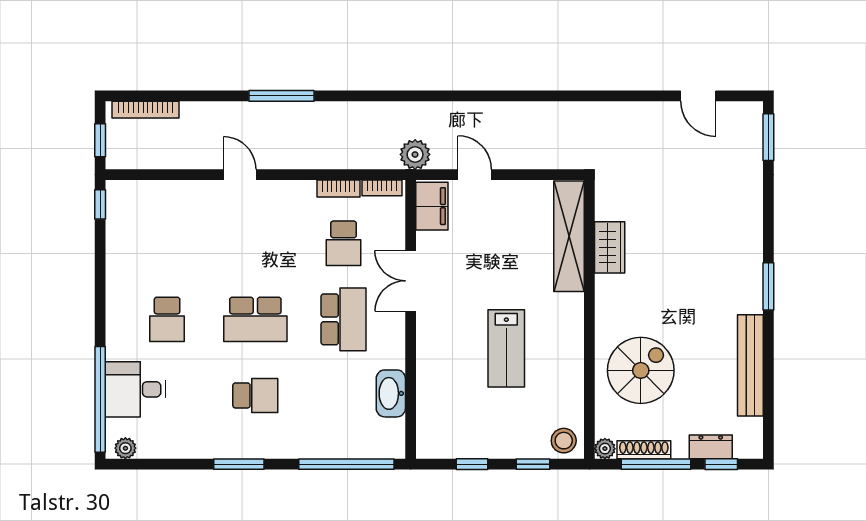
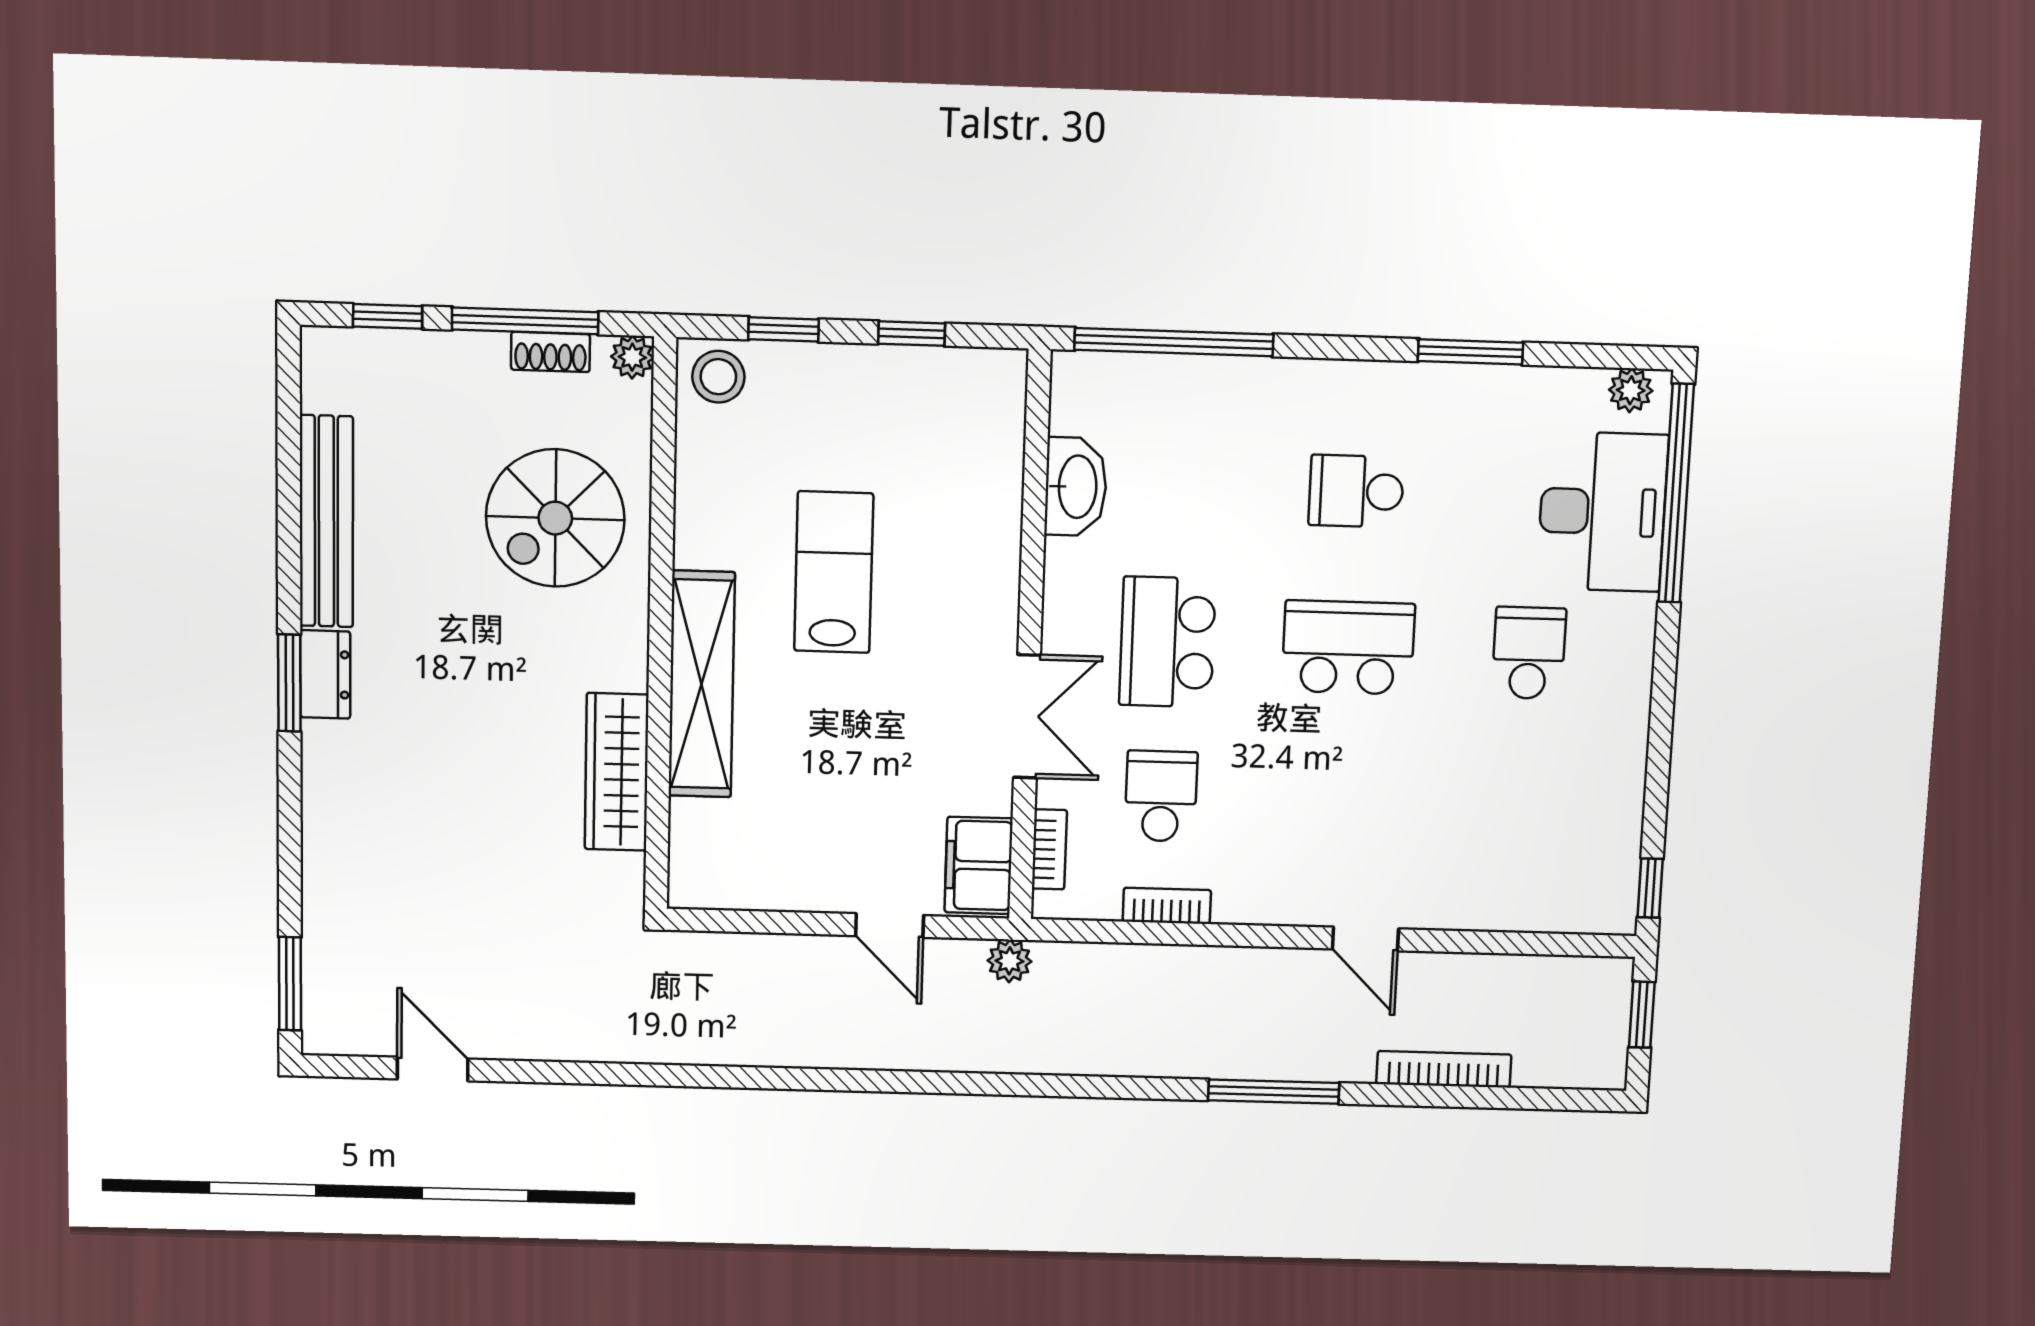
bookcase: (146, 110) -> (1444, 1069), moved
plant: (415, 154) -> (1010, 961), width x0.73, depth x0.73
bookcase: (382, 188) -> (1049, 849), moved, turned 90
shelving: (569, 236) -> (702, 684), moved
wardrobe: (610, 247) -> (617, 772), width x1.50
desk: (135, 389) -> (1602, 512), width x1.37
dresser: (711, 447) -> (325, 674), moved, turned -90
shoe rack: (644, 450) -> (550, 352), width x0.70
window: (239, 464) -> (1470, 352), moved

